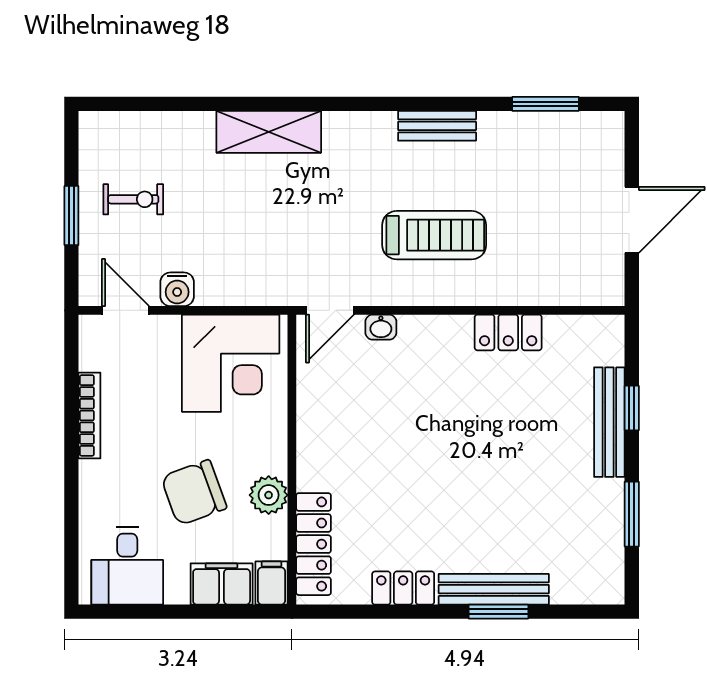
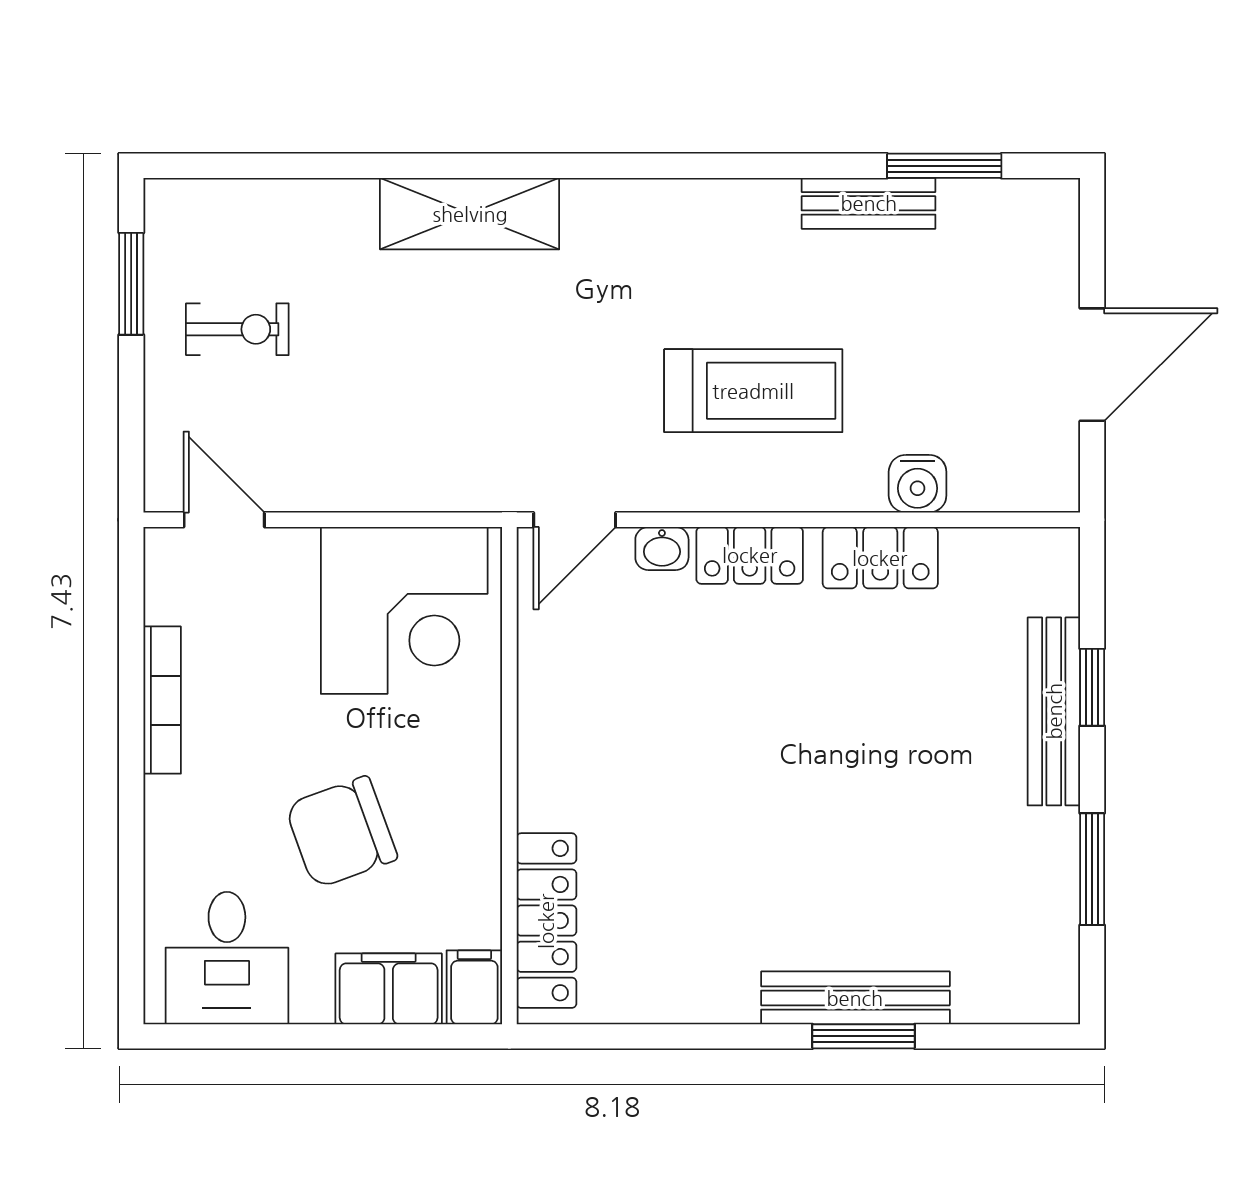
bench: (437, 126) -> (869, 203), moved
window: (71, 216) -> (131, 284), moved
water cooler: (177, 289) -> (918, 484), moved
plant: (269, 495) -> (469, 836), removed
locker: (403, 588) -> (750, 555), moved, turned 180

